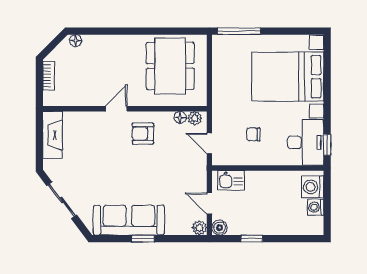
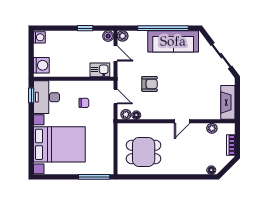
dining table: (170, 66) -> (144, 152), width x0.73
plant: (75, 99) -> (212, 128), added
armchair: (143, 134) -> (150, 84), moved
washing machine: (316, 207) -> (39, 37), moved
window: (143, 239) -> (163, 28), width x3.17

